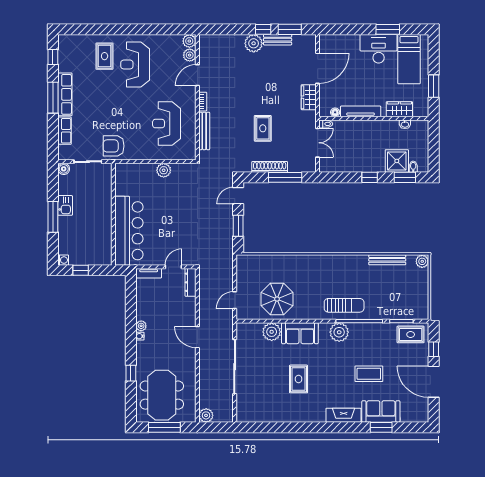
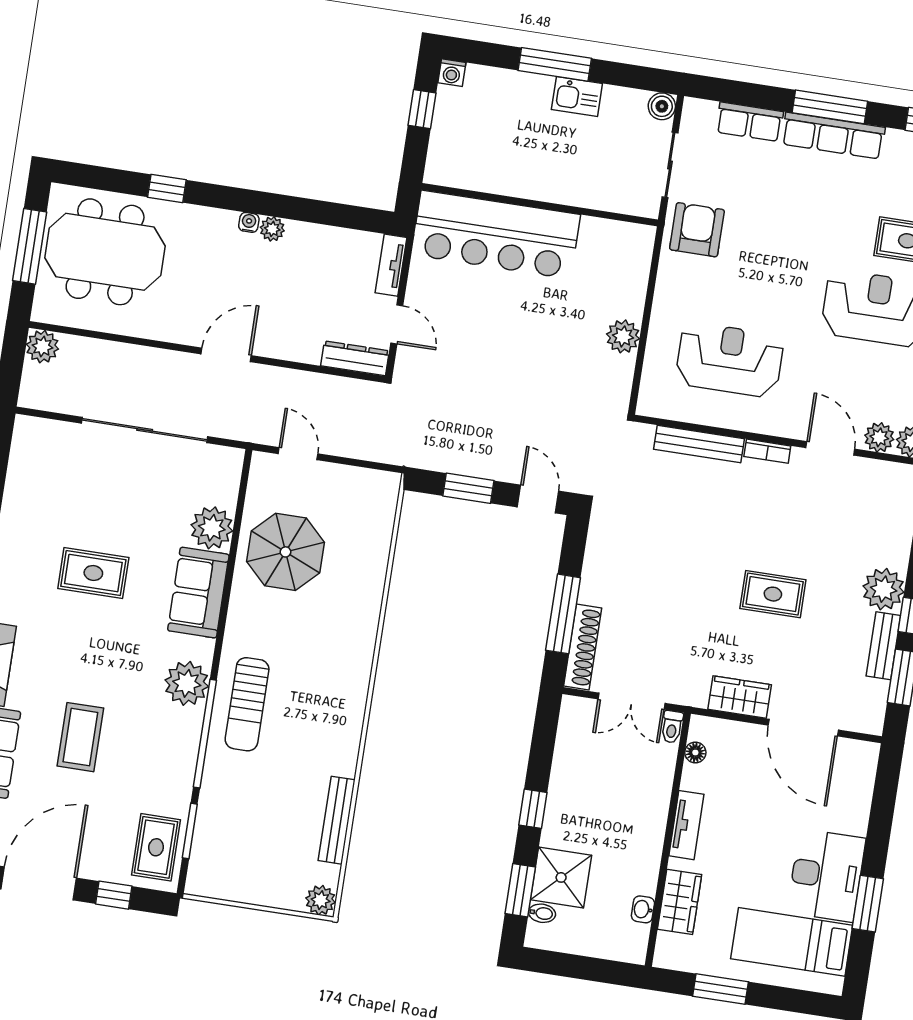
tv unit: (361, 111) -> (686, 825), width x0.71
rug: (263, 128) -> (773, 594), moved
shoe rack: (270, 167) -> (583, 647), moved

